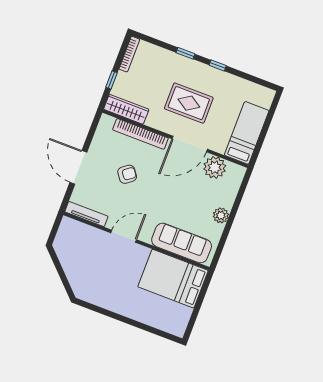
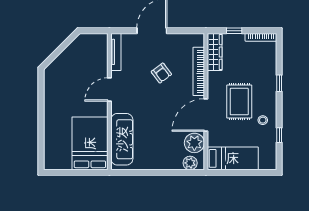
window: (218, 65) -> (279, 135), moved
stool: (218, 86) -> (263, 120), added
door: (190, 144) -> (206, 115), hinge flipped
plant: (221, 215) -> (190, 163), moved
door: (124, 236) -> (109, 89), swing flipped

